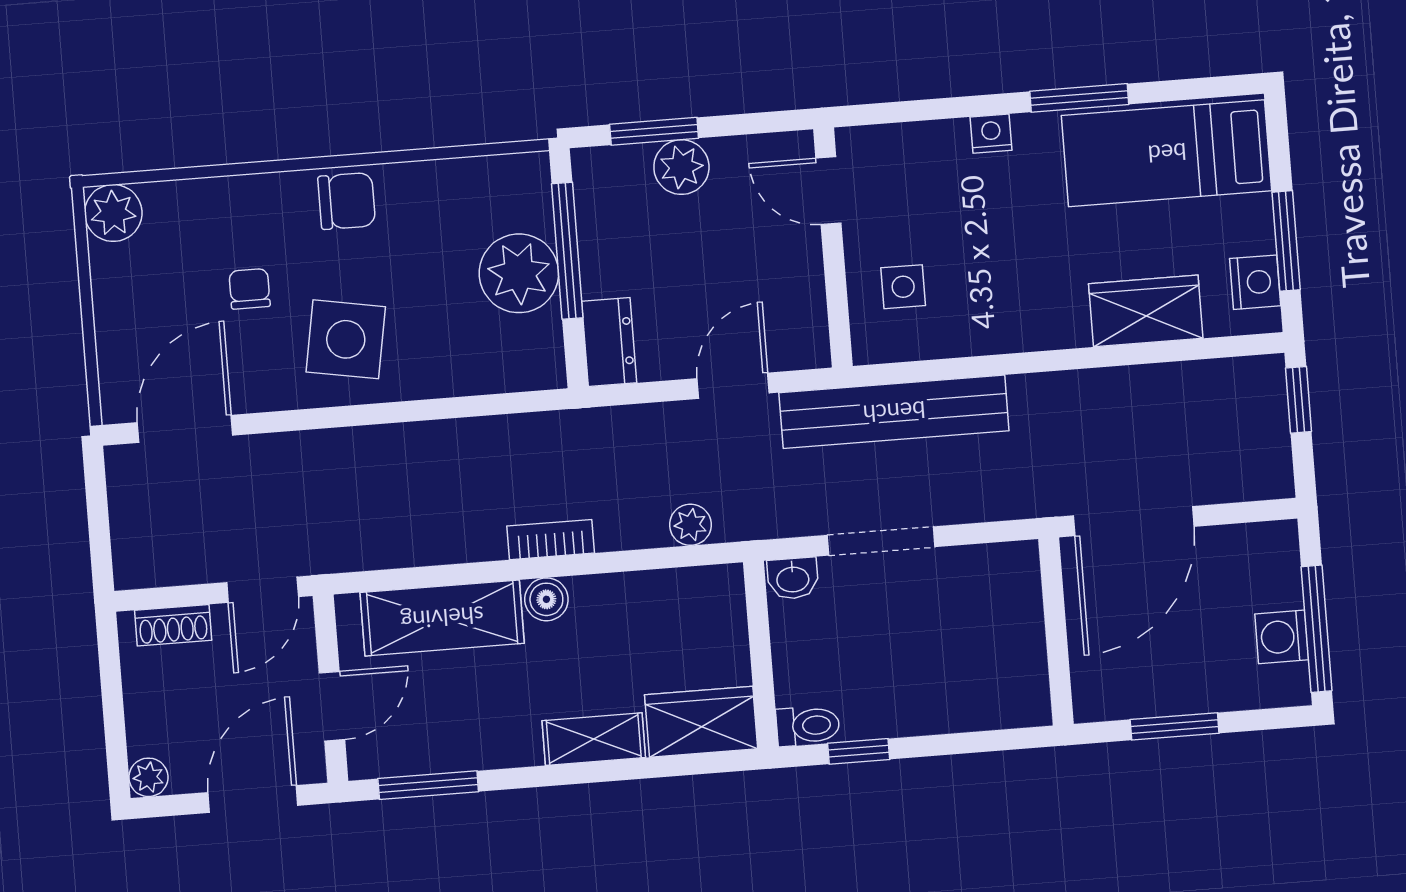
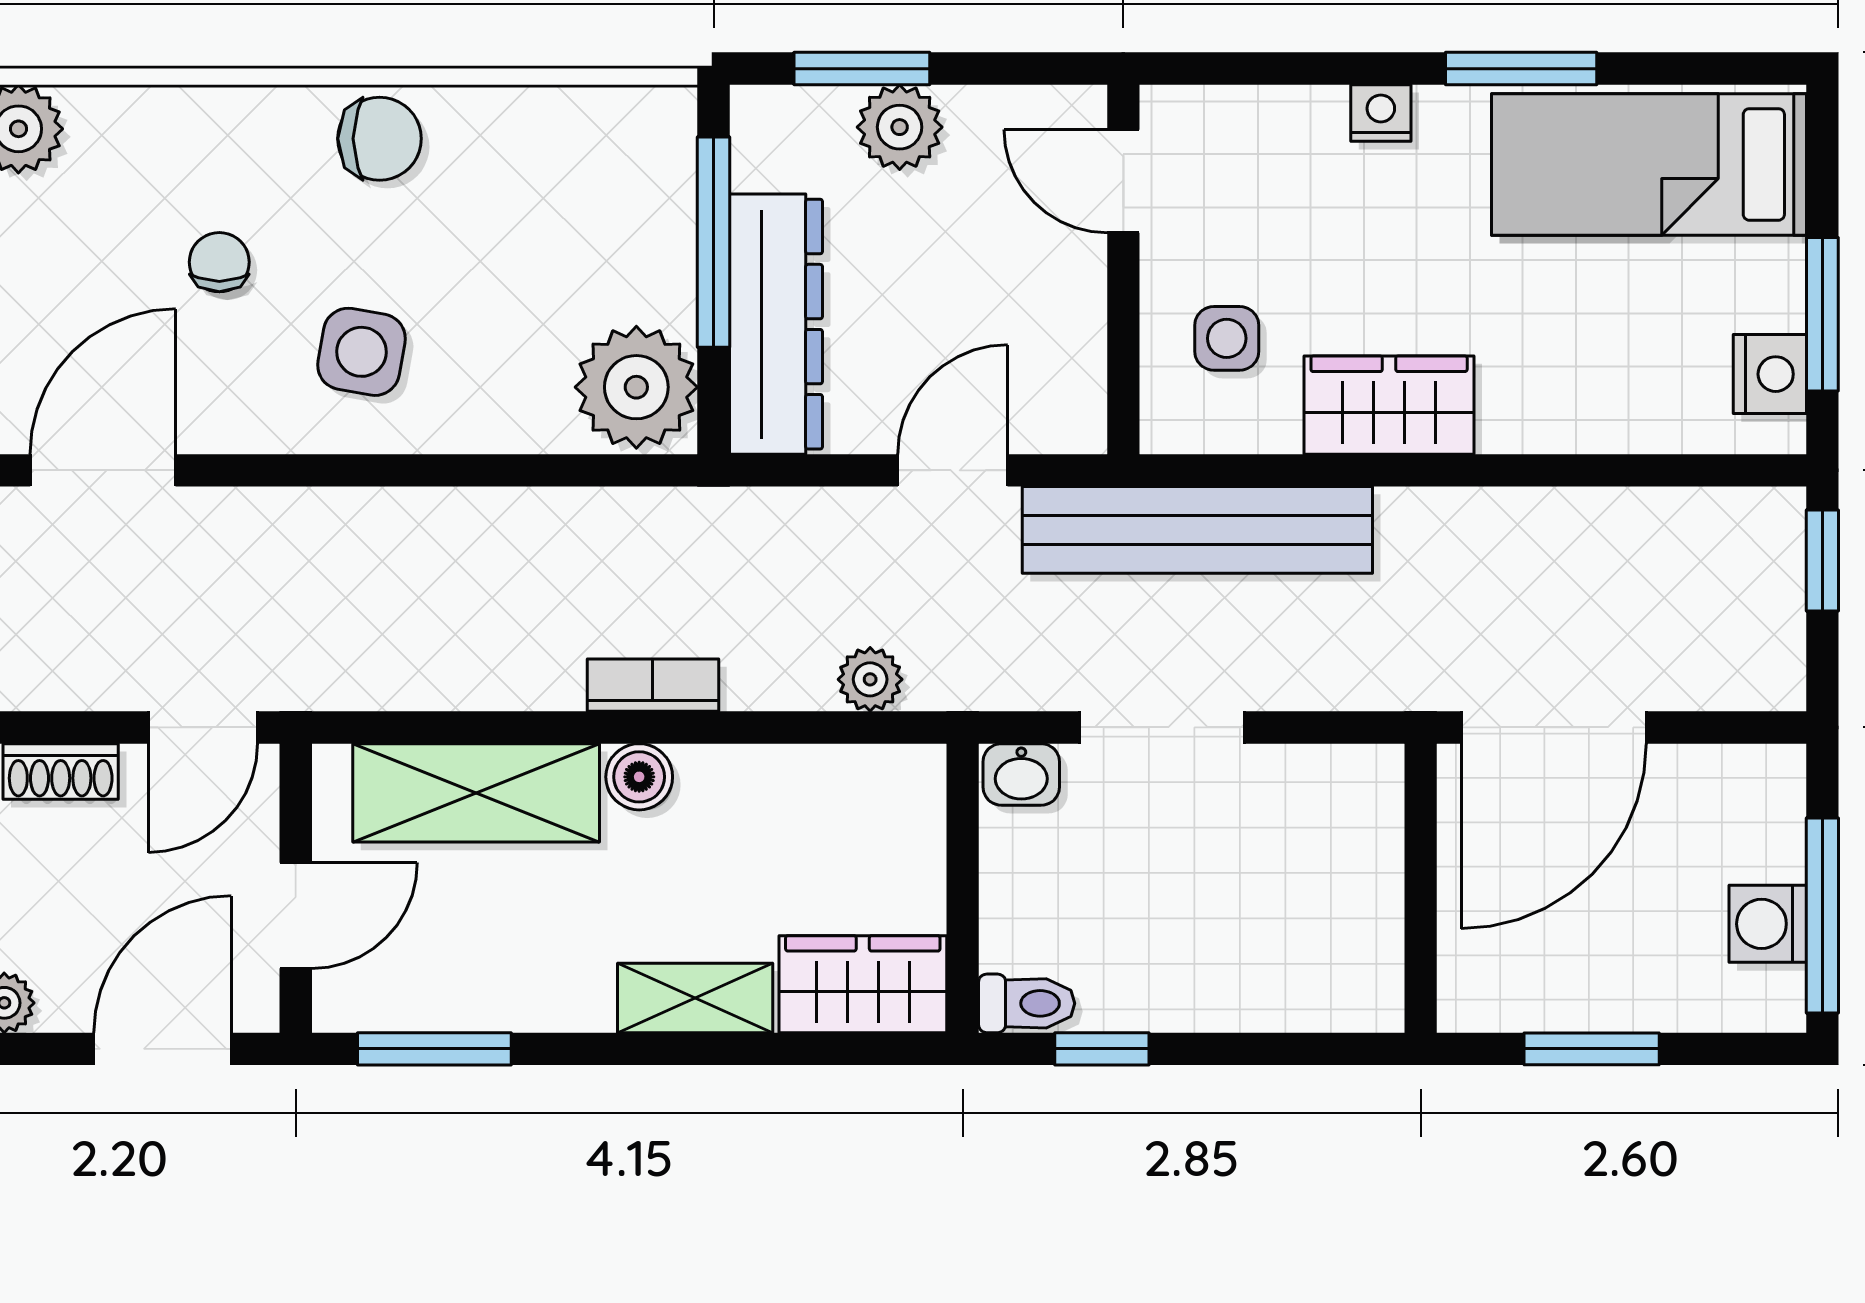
plant: (519, 273) -> (636, 387), moved
wardrobe: (1146, 311) -> (1389, 405), moved
side table: (346, 339) -> (362, 352), width x0.73, depth x0.73
dresser: (609, 342) -> (776, 324), width x1.96, depth x1.24

